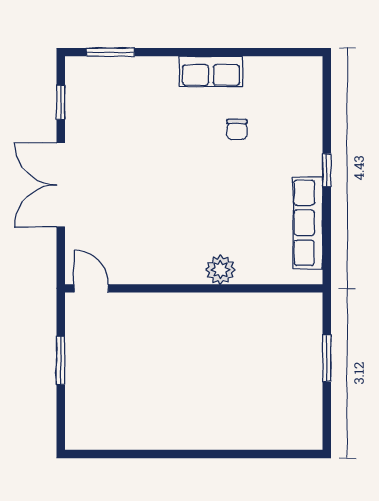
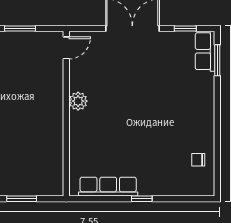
row of seats: (211, 71) -> (205, 51), moved
chair: (237, 130) -> (198, 160), moved
plant: (220, 270) -> (78, 101), moved

